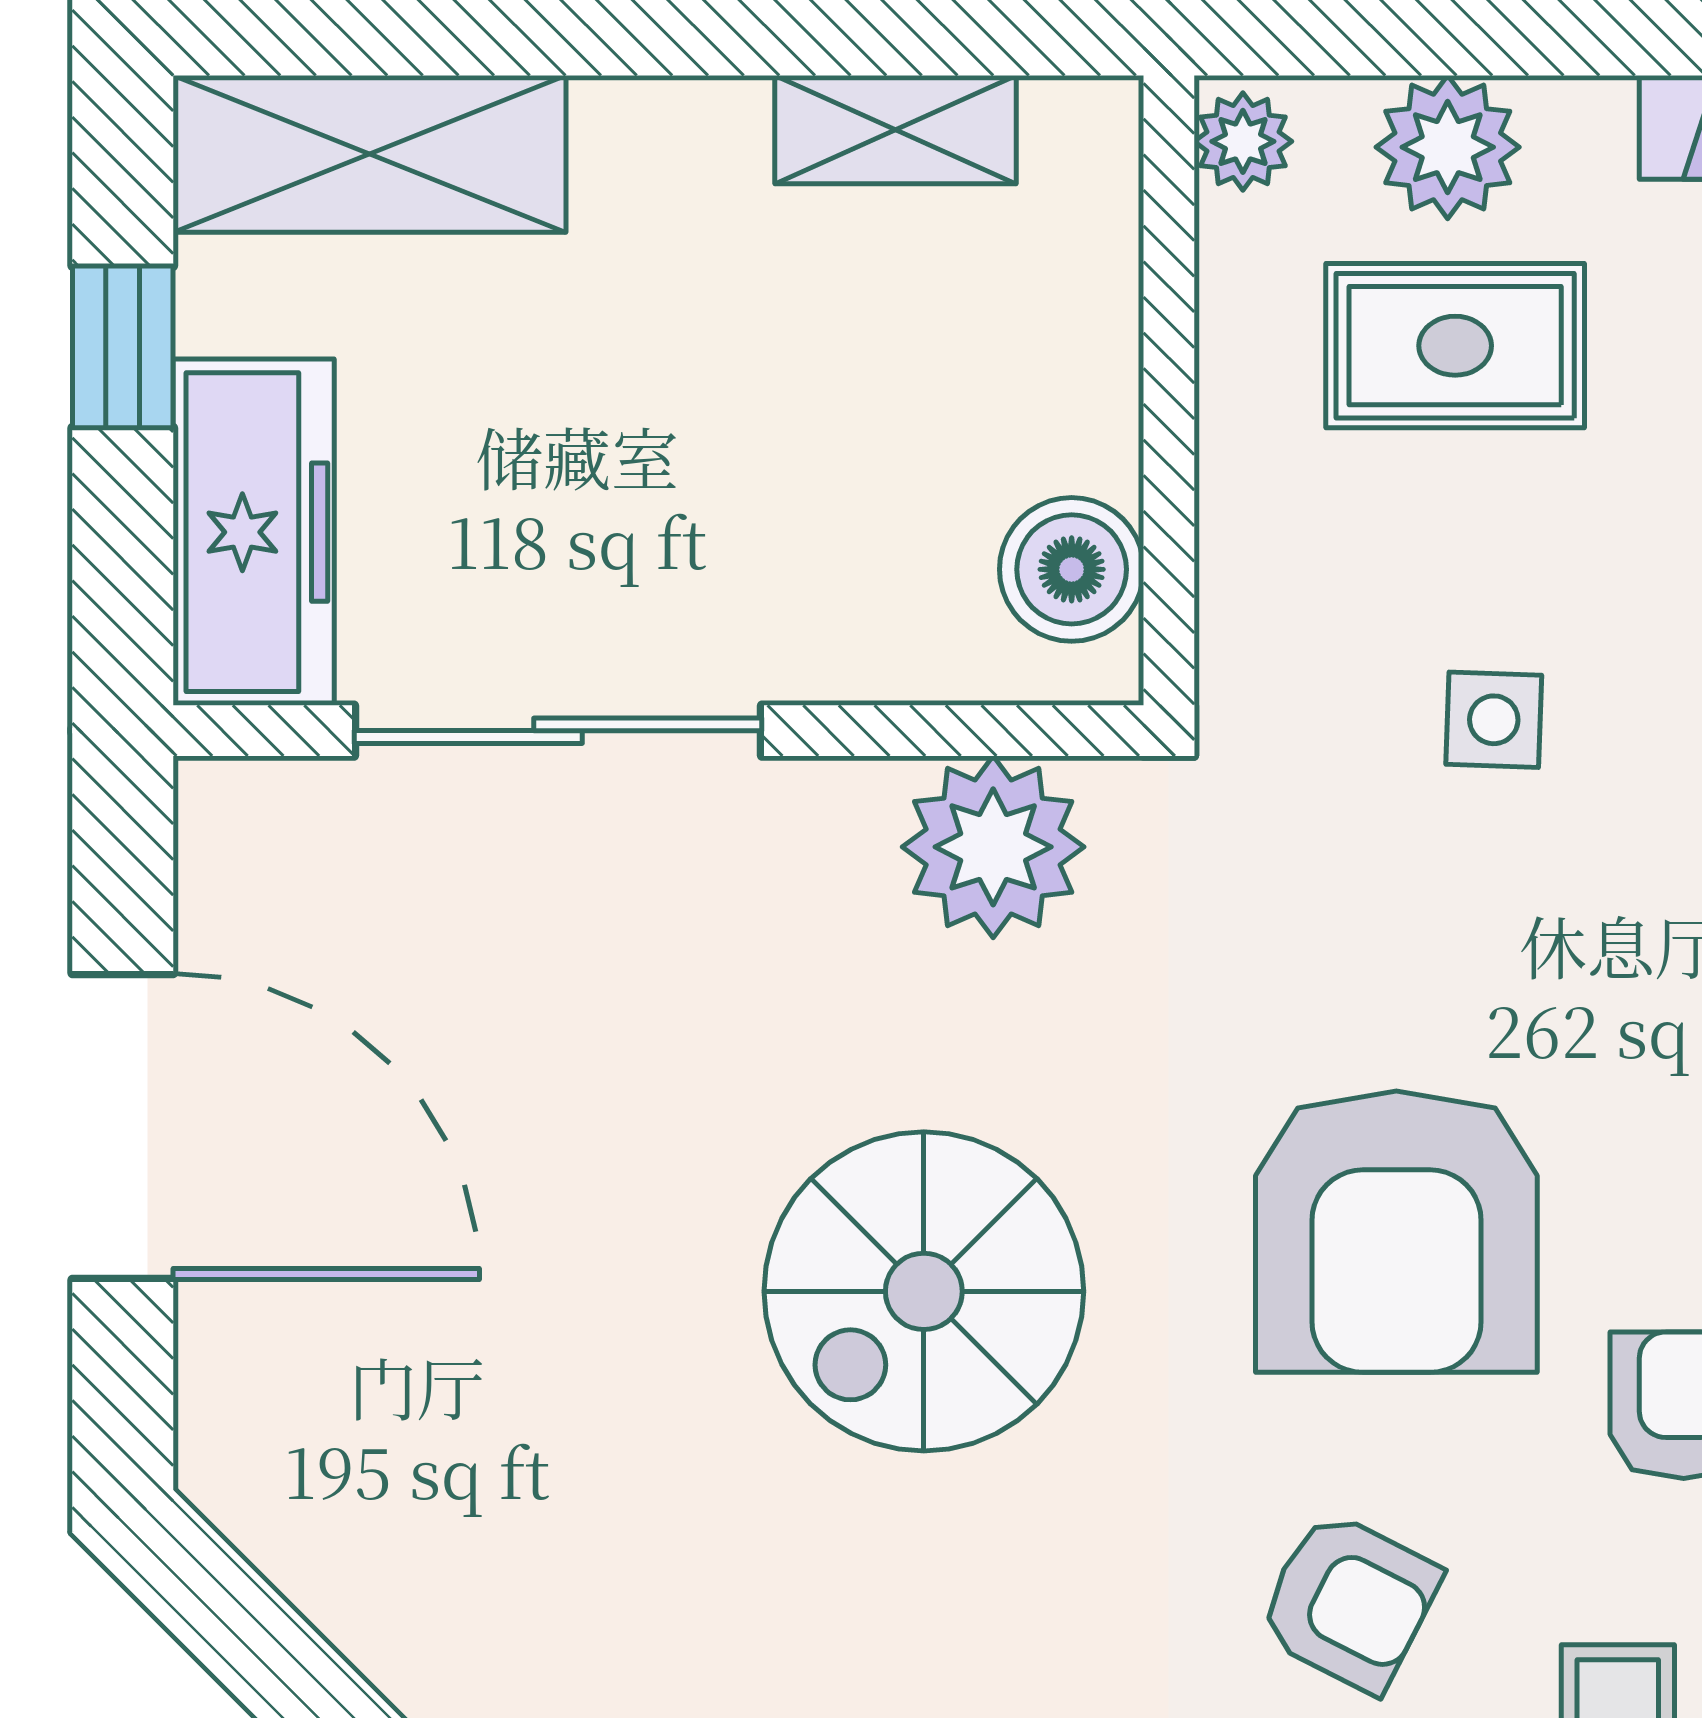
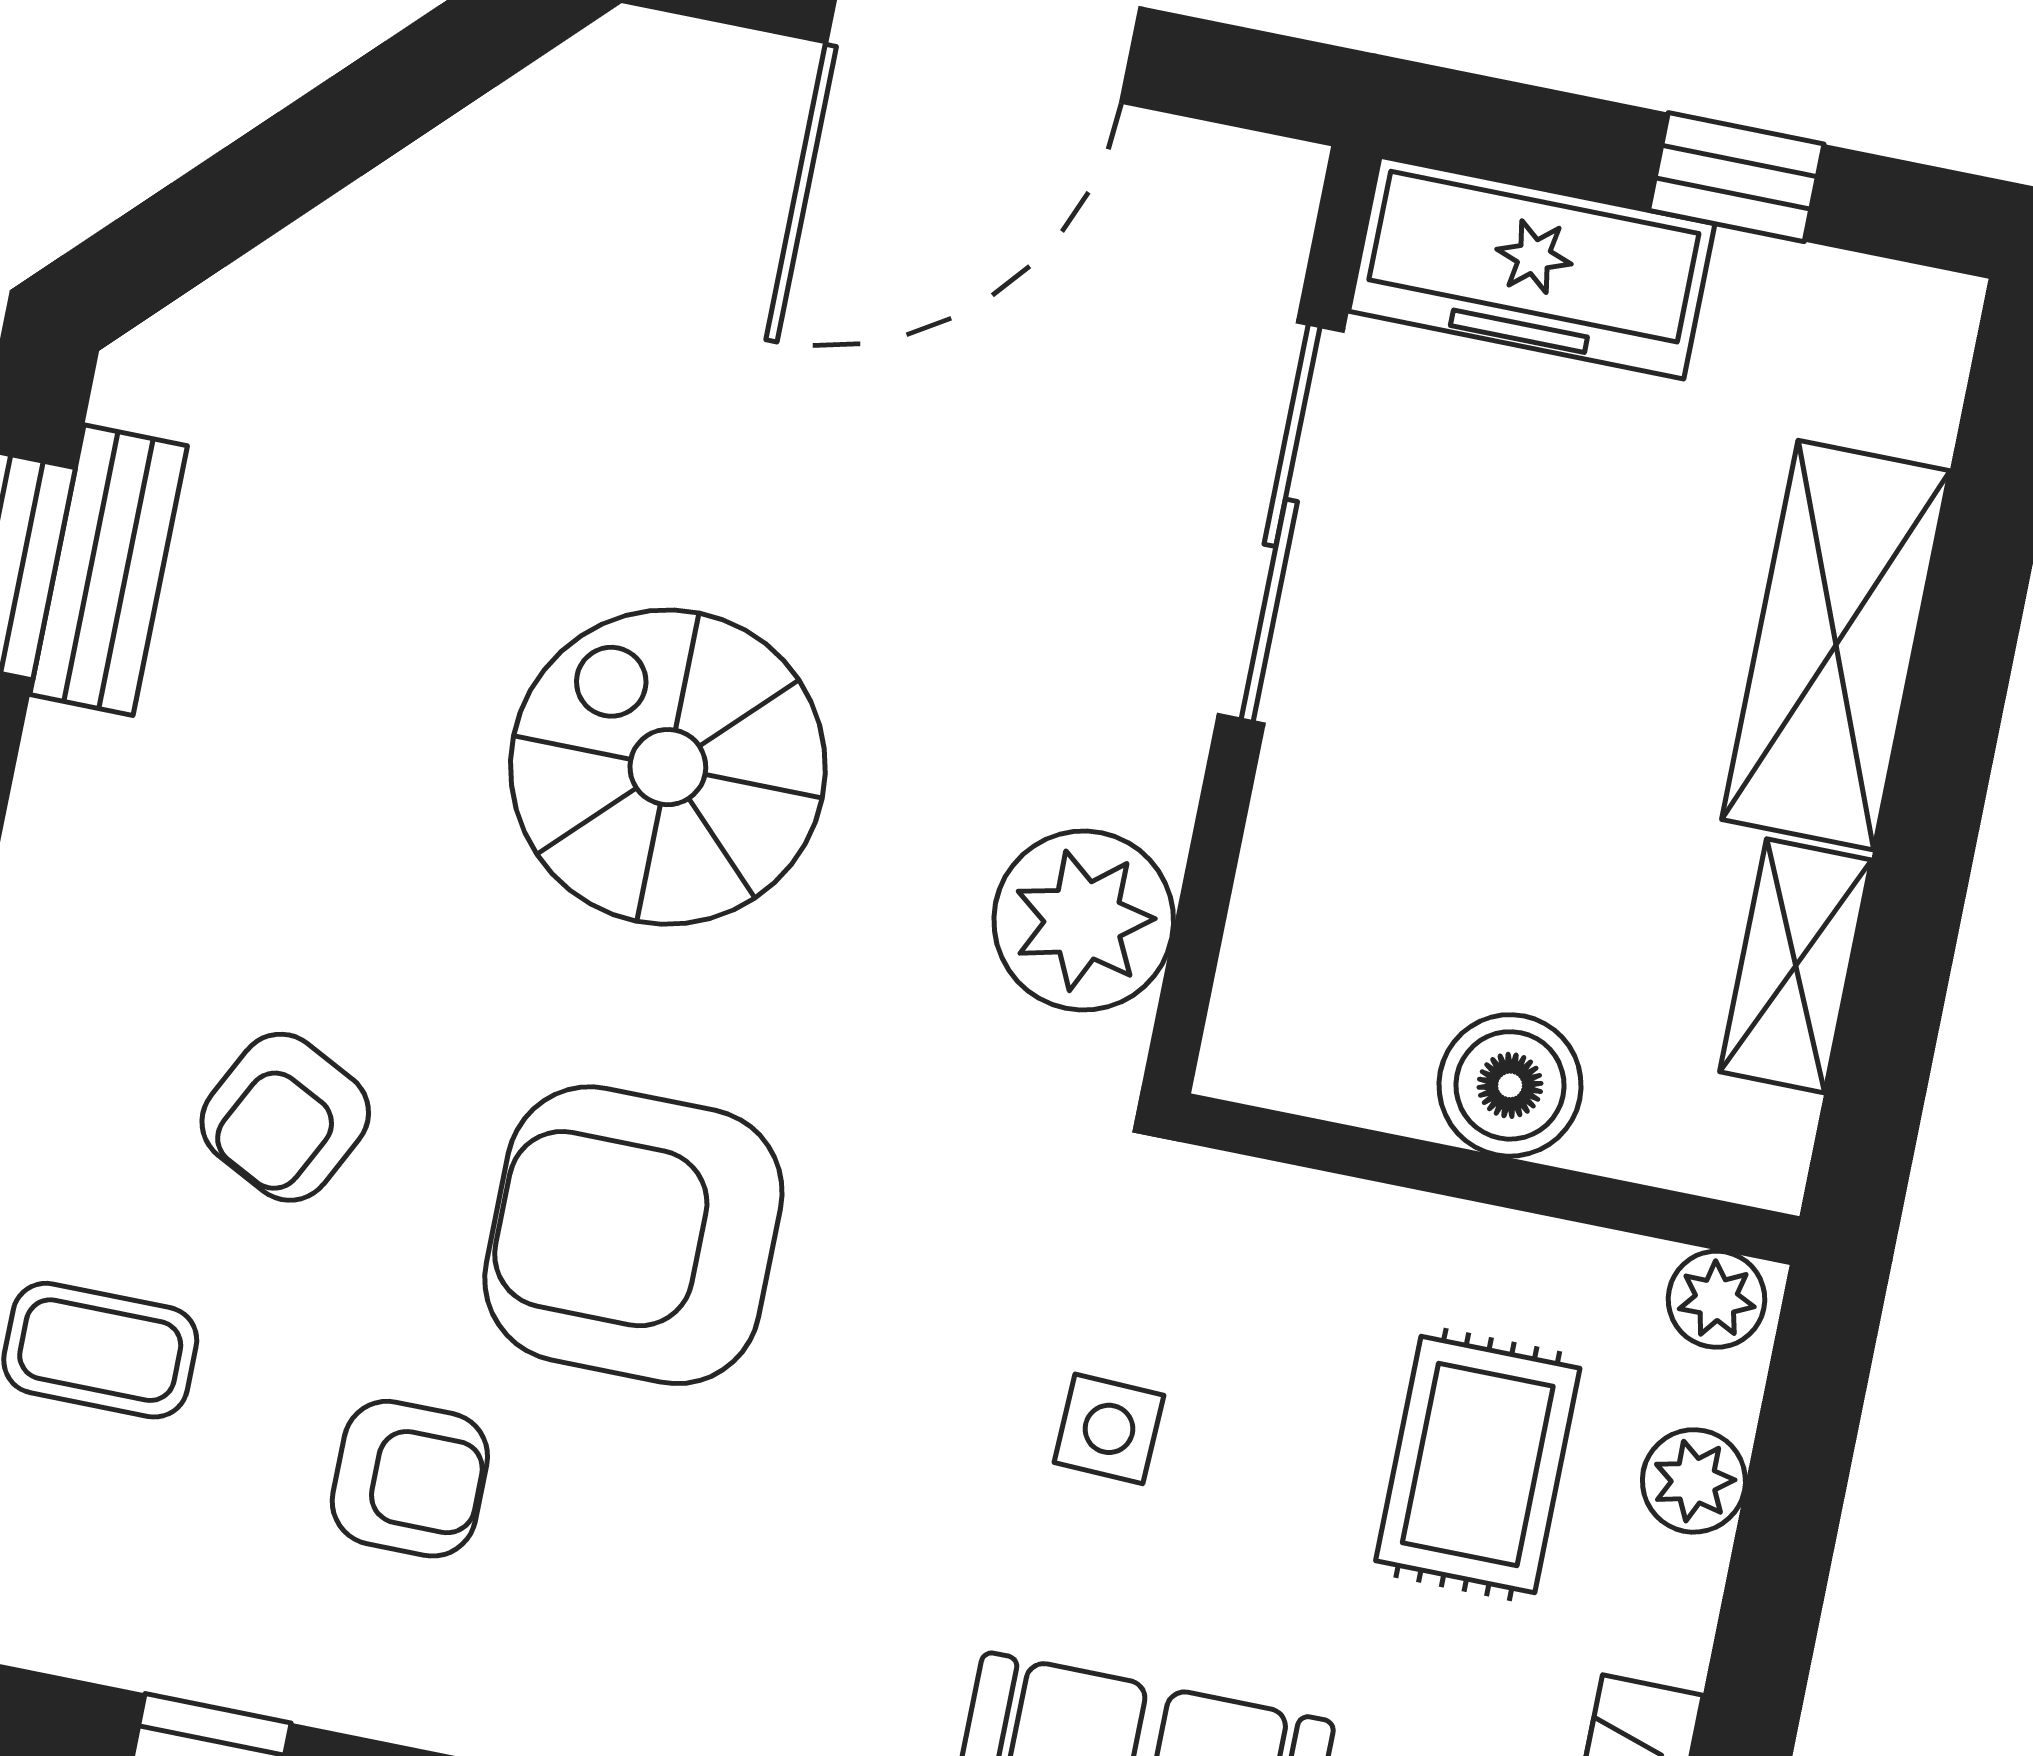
plant: (1448, 147) -> (1694, 1481), width x0.73, depth x0.73
shelving: (370, 154) -> (1836, 645), moved
boiler: (1072, 569) -> (1510, 1085), moved

